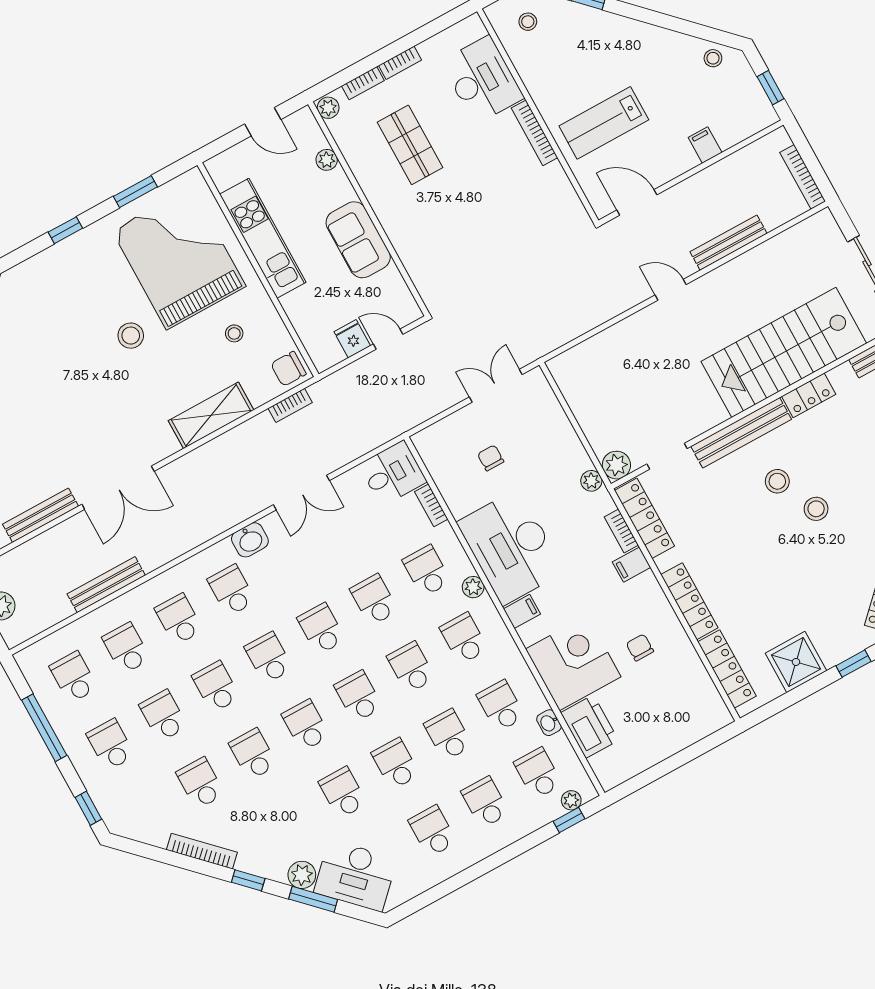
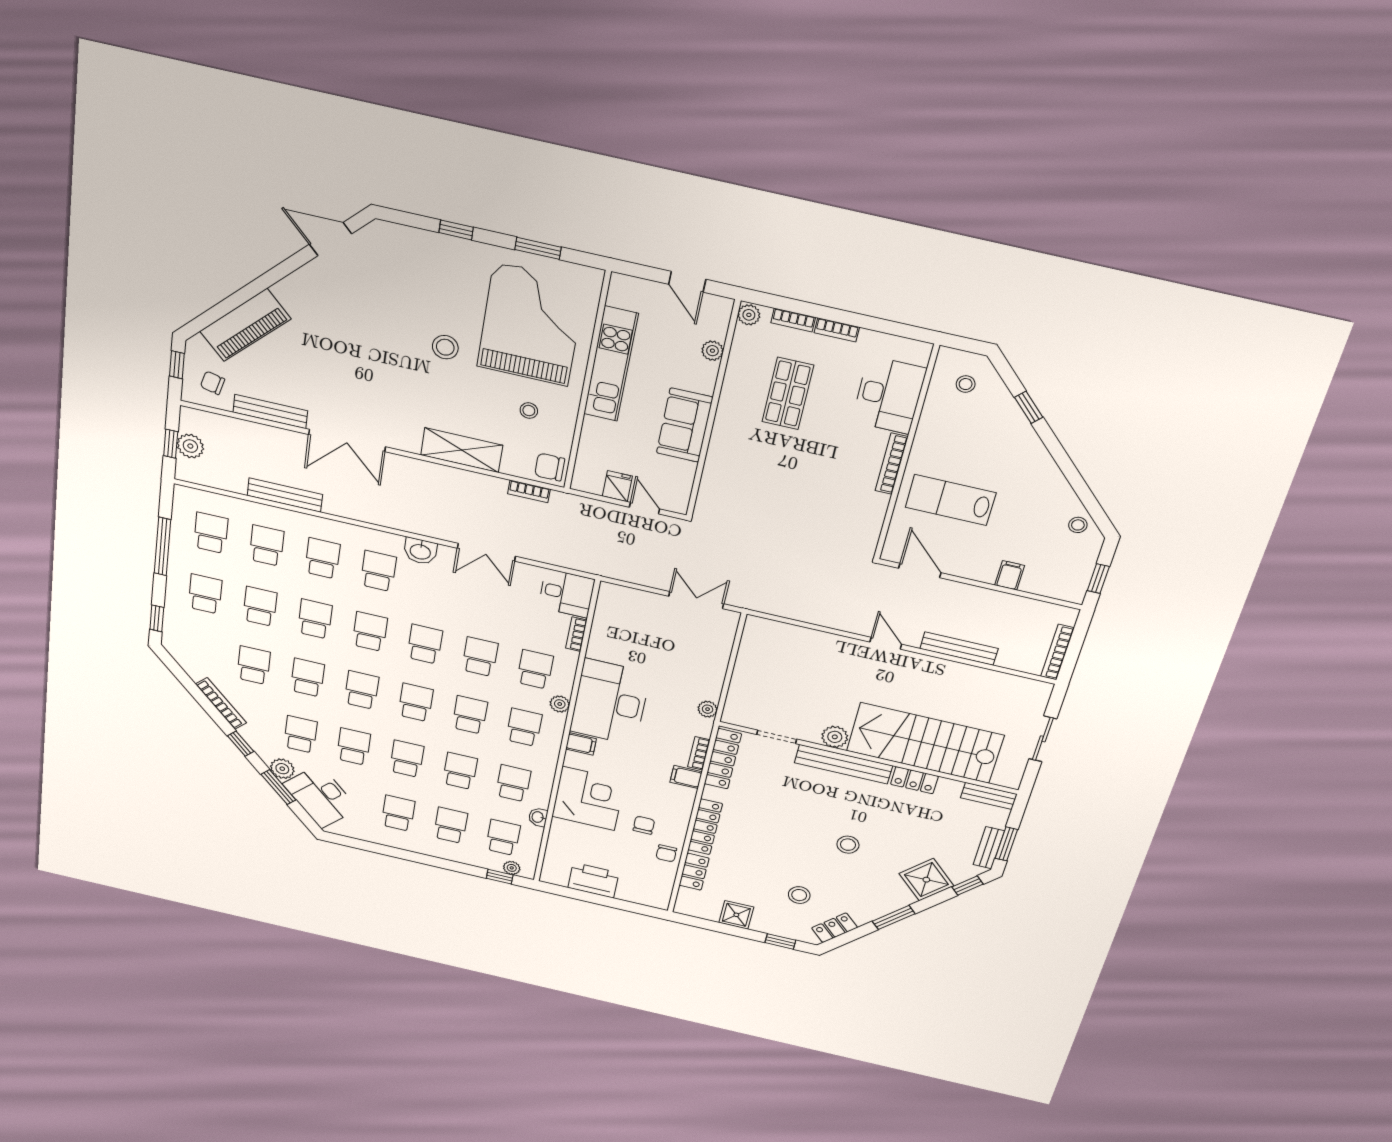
chair: (491, 458) -> (666, 853), moved, turned 180
plant: (616, 465) -> (835, 737), moved
stool: (777, 481) -> (799, 895), moved
shower: (796, 662) -> (736, 915), width x0.73, depth x0.73
locker: (727, 669) -> (694, 872), width x0.66
printer: (589, 727) -> (593, 880), moved, turned -90
school desk: (290, 822) -> (300, 734), added

